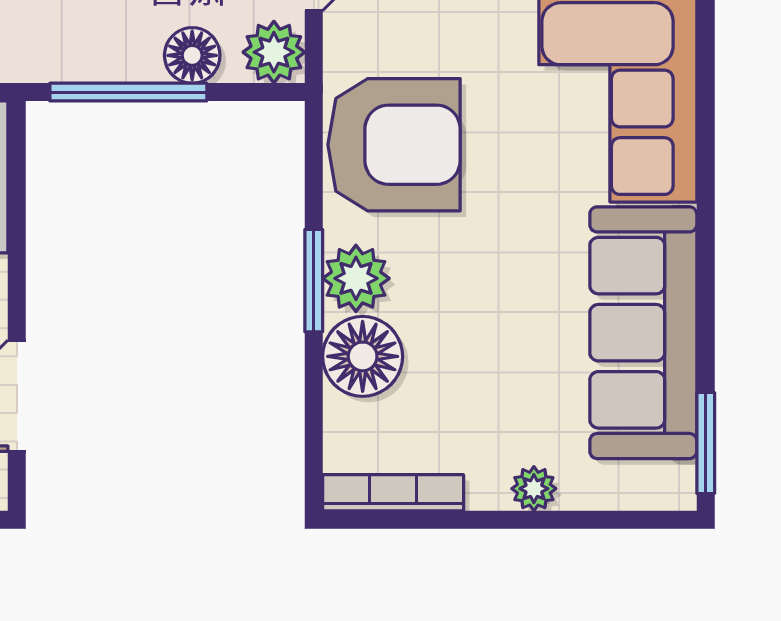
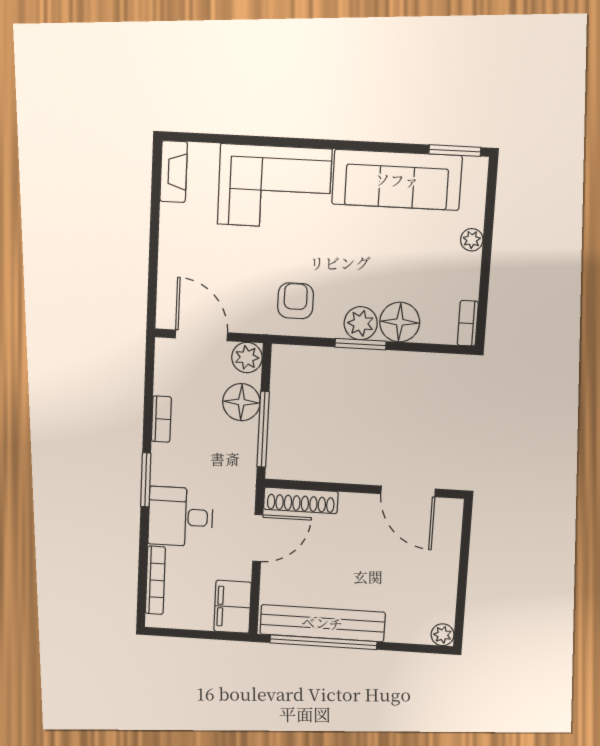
floor lamp: (192, 55) -> (241, 402), width x1.38, depth x1.38
armchair: (394, 145) -> (295, 301), width x0.53, depth x0.53
bookcase: (393, 493) -> (468, 323), width x0.64

